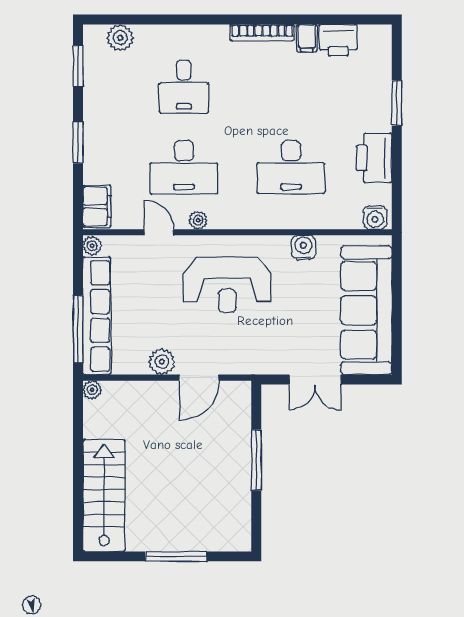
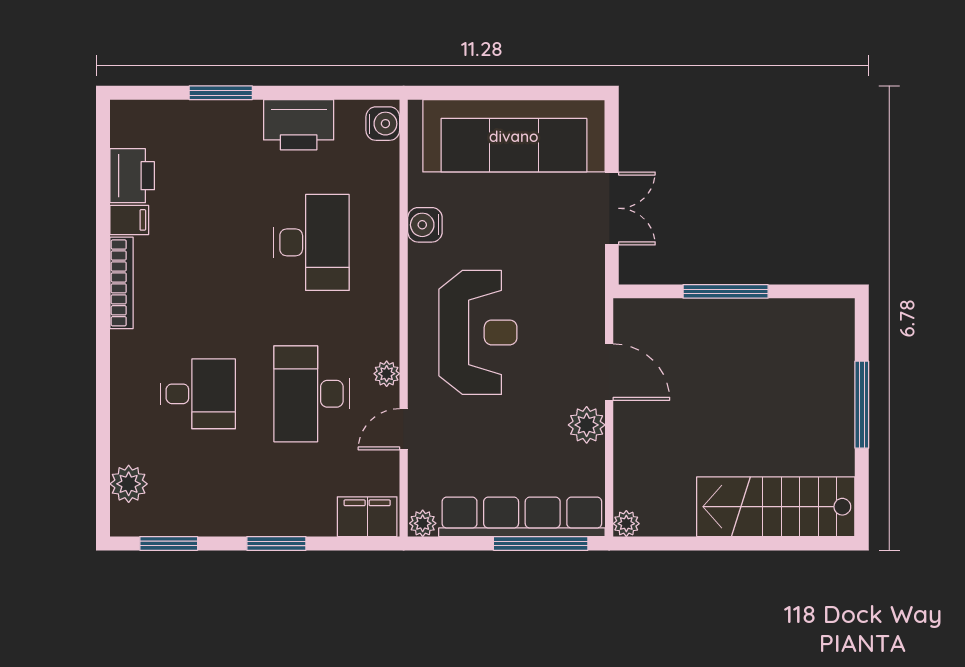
desk: (184, 167) -> (312, 394), turned 180

